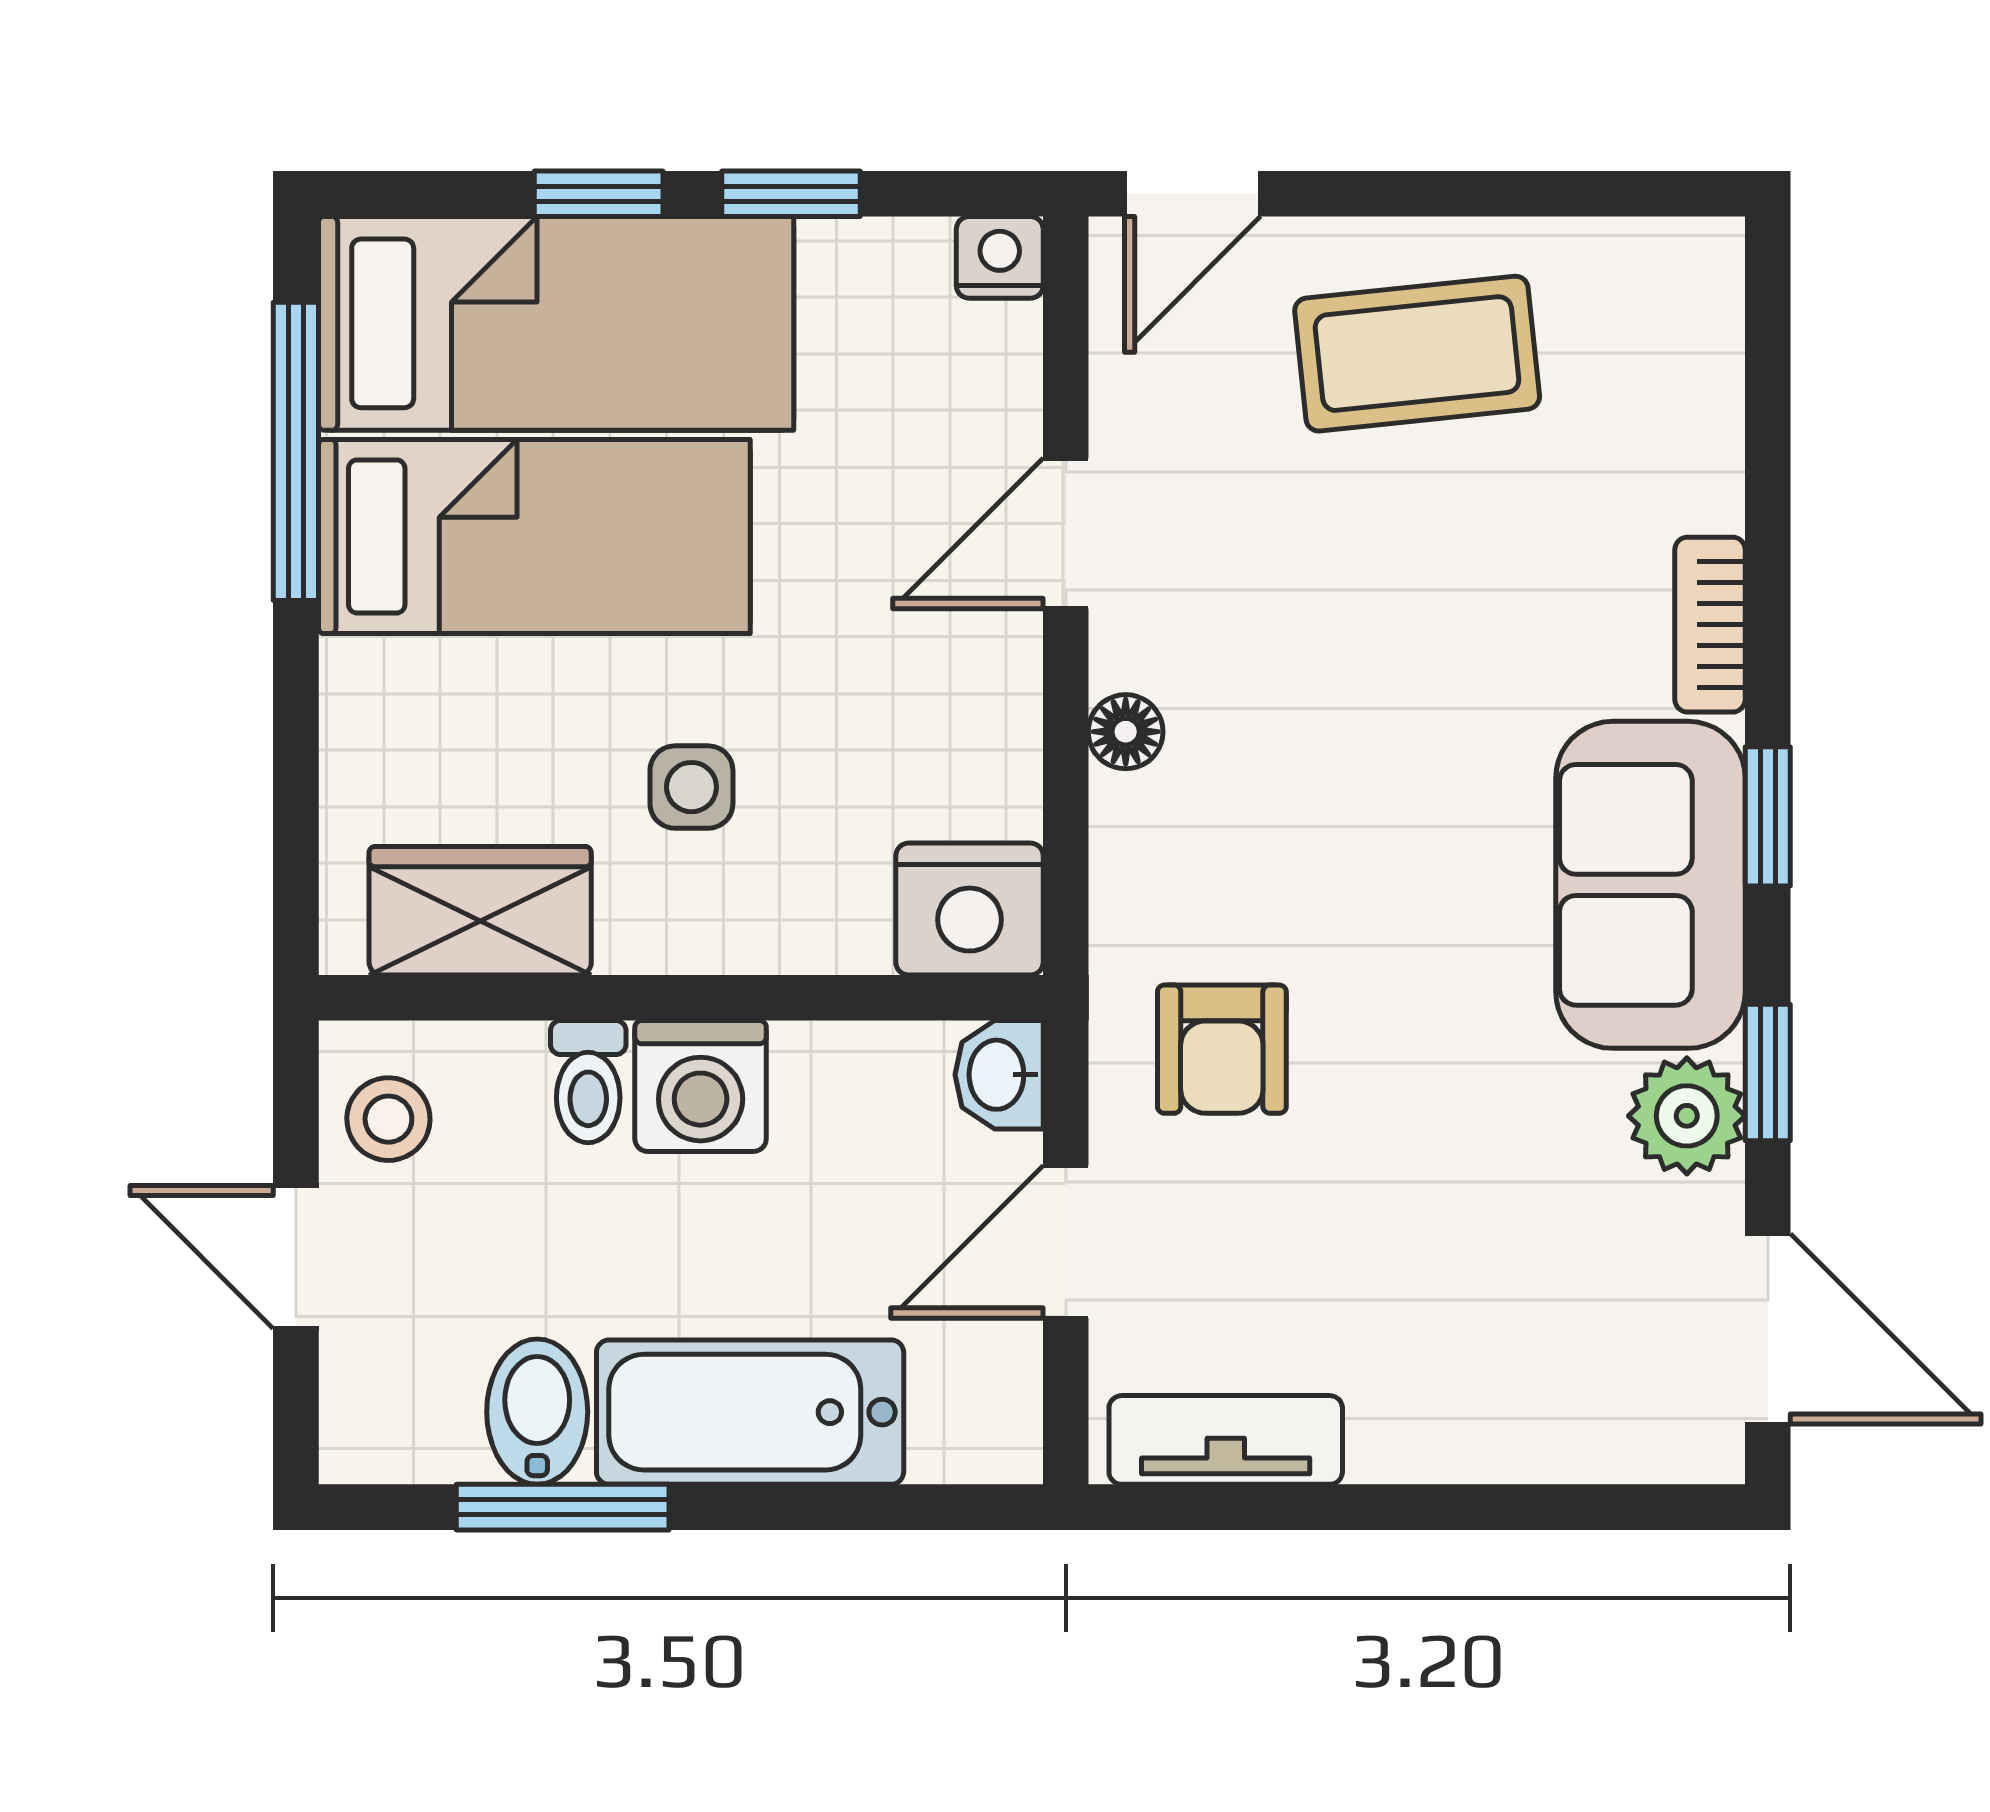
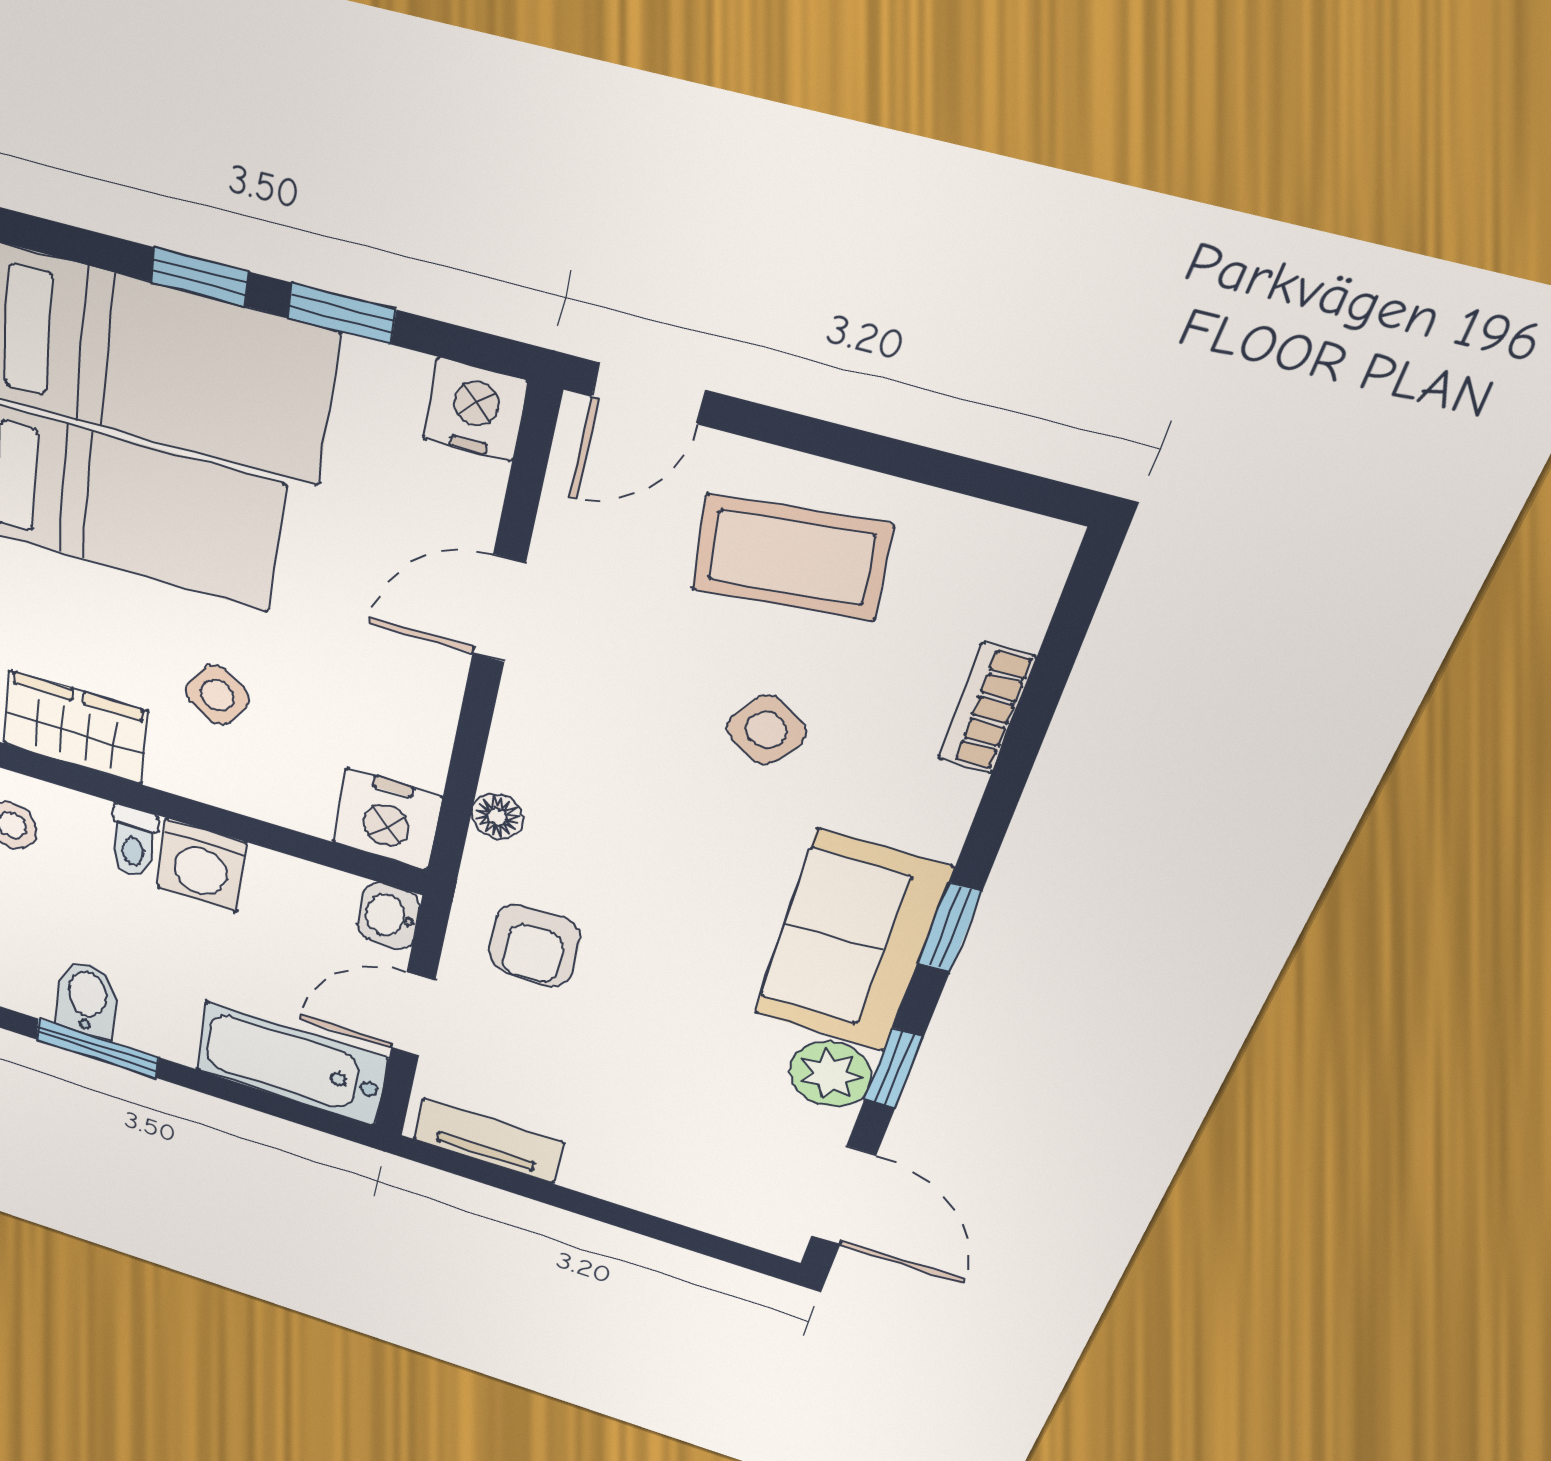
nightstand: (1000, 257) -> (475, 410), width x1.39, depth x1.35
side table: (1452, 600) -> (766, 730), added
bookcase: (1710, 625) -> (987, 708), moved
floor lamp: (1126, 732) -> (497, 817), moved
side table: (691, 787) -> (217, 695), turned 34
bathtub: (750, 1412) -> (291, 1064), moved

